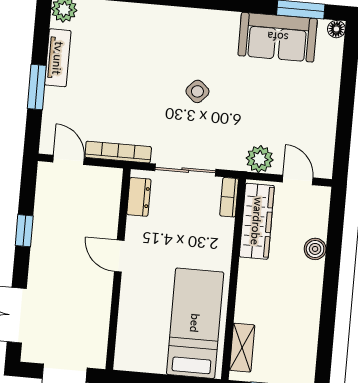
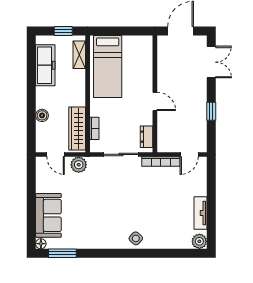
sofa: (278, 37) -> (48, 215), moved, turned 90
window: (37, 87) -> (211, 195), removed
side table: (197, 91) -> (136, 238), moved
door: (69, 160) -> (189, 154), hinge flipped
bookcase: (229, 197) -> (94, 128), moved
freezer: (302, 335) -> (45, 65), added

